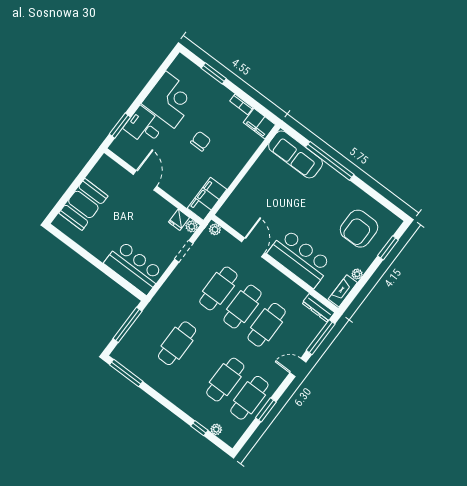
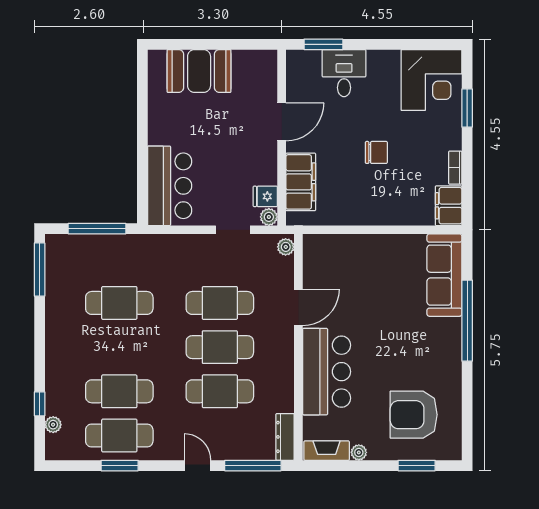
corner desk: (170, 100) -> (432, 80), moved
filing cabinet: (207, 199) -> (301, 182), moved, turned 90

